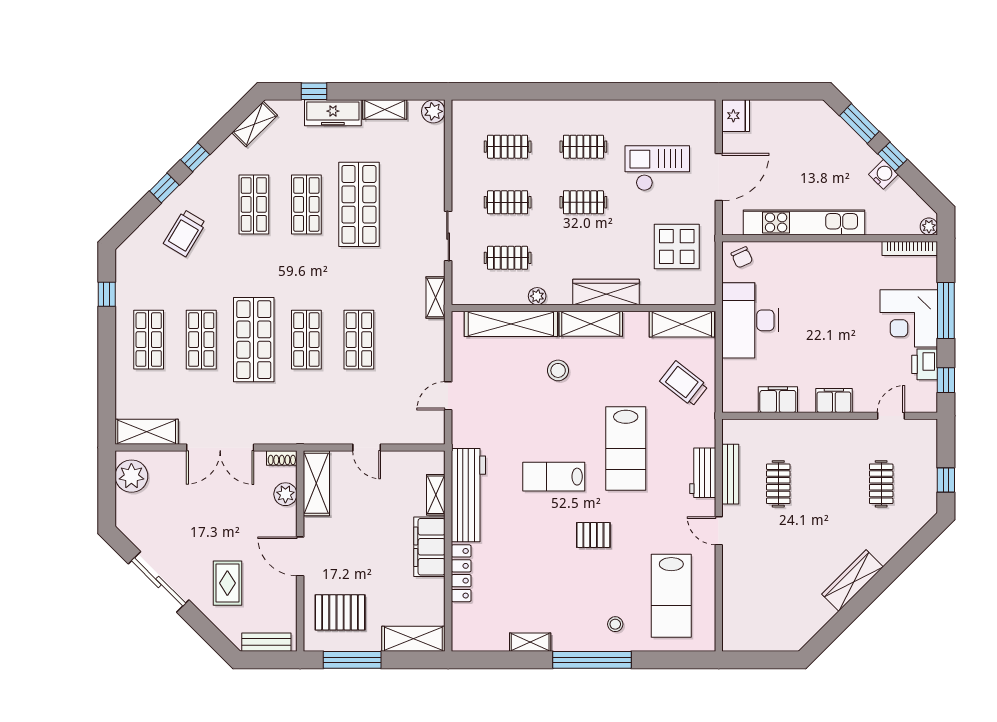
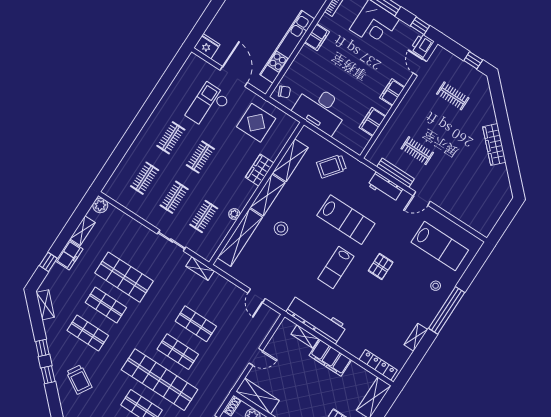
freezer: (333, 113) -> (69, 255), width x0.71
filing cabinet: (842, 253) -> (317, 37), added
wardrobe: (606, 292) -> (260, 170), width x0.67
shelving: (682, 324) -> (290, 160), moved
shop shelf: (254, 340) -> (160, 380), width x1.40
printer: (925, 364) -> (422, 45), moved, turned 90
locker: (461, 573) -> (378, 365), moved

